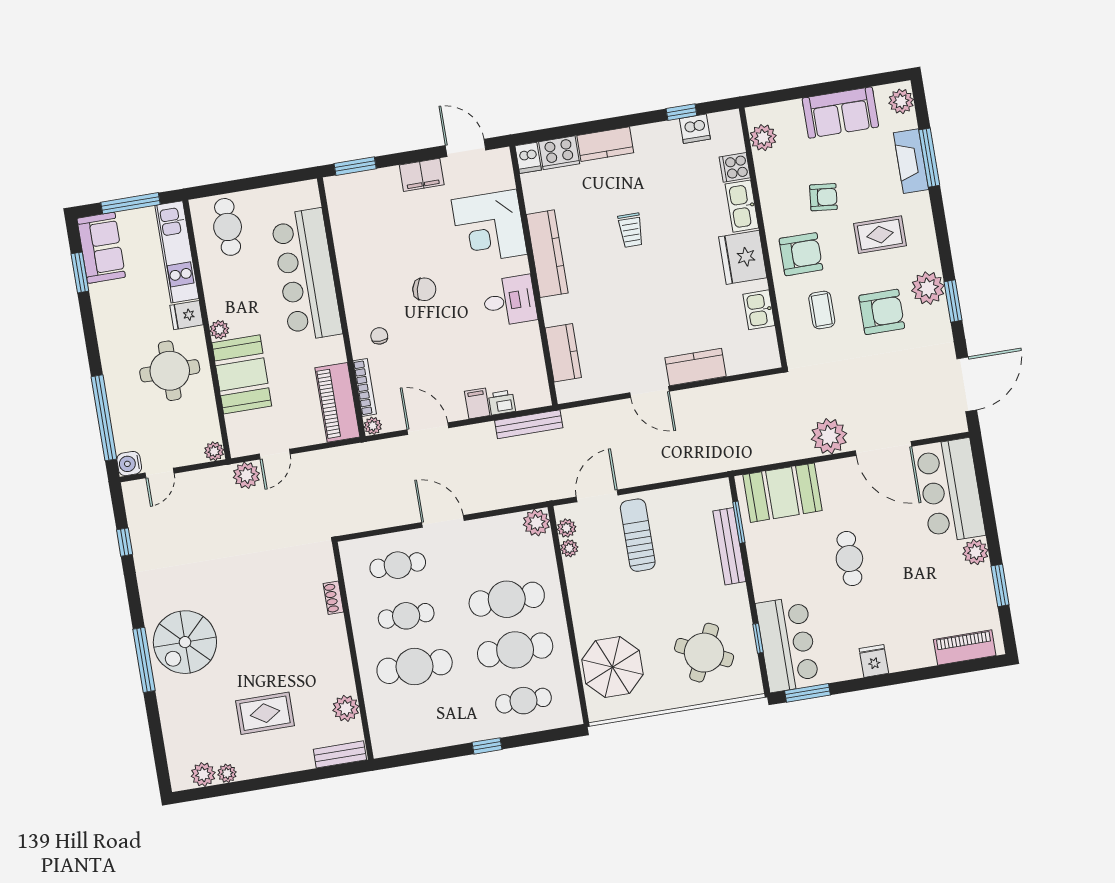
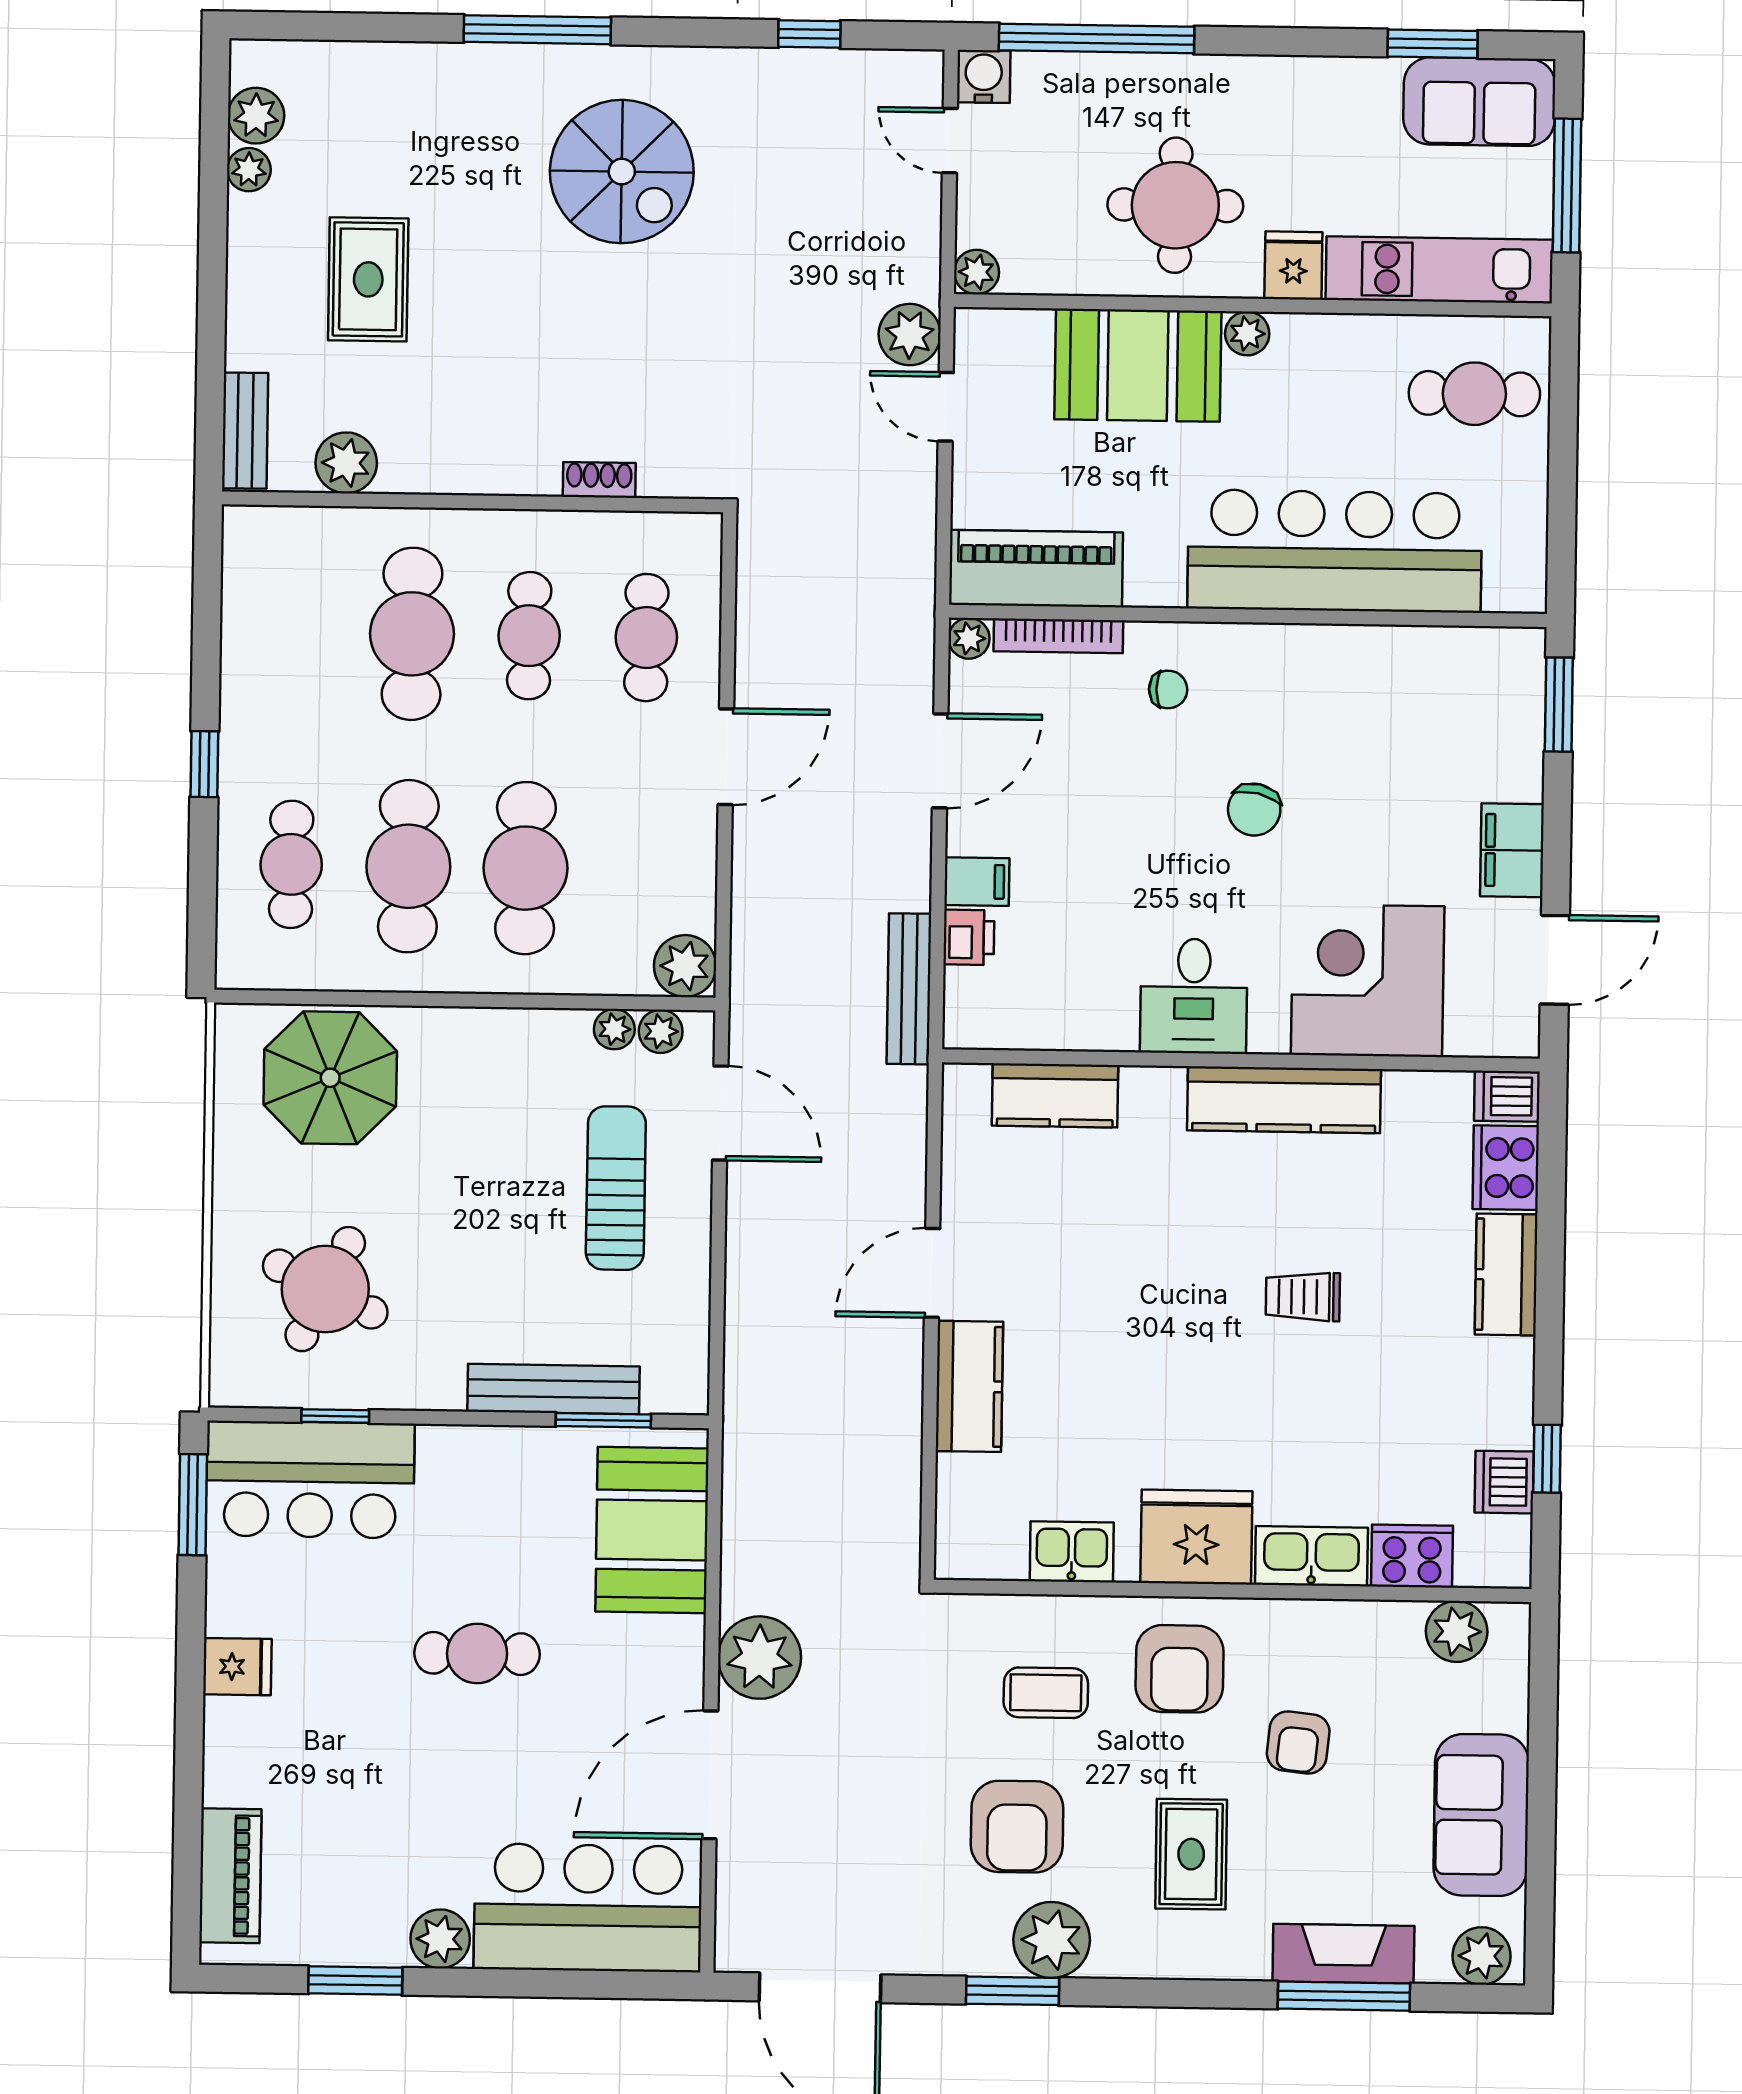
cooker: (735, 167) -> (1412, 1556), width x1.36
sun lounger: (638, 535) -> (616, 1188), turned -90
spiral stairs: (185, 642) -> (622, 172), moved, turned 180

